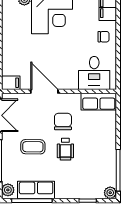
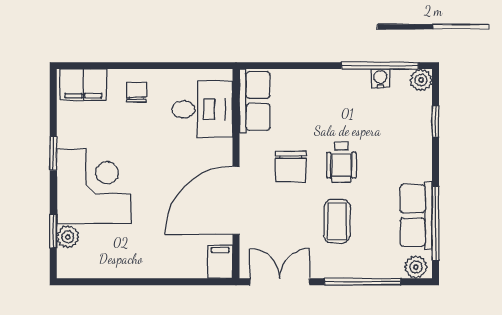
door: (44, 91) -> (236, 200), width x1.36
chair: (63, 122) -> (291, 166), turned -90
wheelchair: (65, 149) -> (341, 162), turned 90
water cooler: (111, 170) -> (380, 78), added

